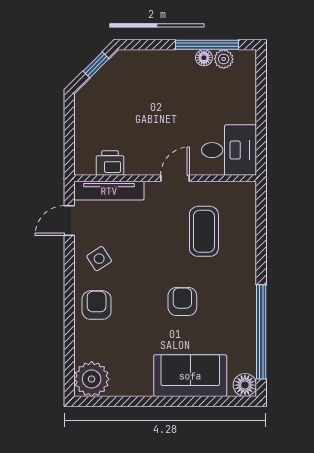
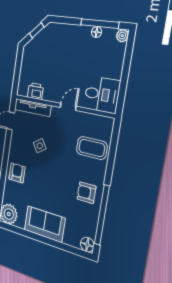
plant: (224, 59) -> (122, 36), moved
coffee table: (204, 231) -> (92, 148), moved, turned 90
side table: (99, 259) -> (40, 146), moved
armchair: (182, 301) -> (87, 193), moved, turned -90
sofa: (190, 376) -> (45, 224), moved

